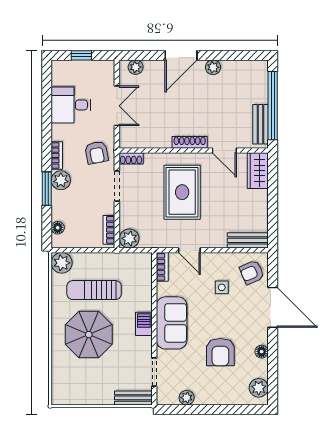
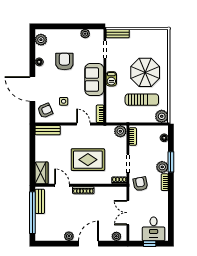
desk: (71, 105) -> (154, 229), moved, turned 90
rug: (182, 192) -> (88, 160), turned 90

